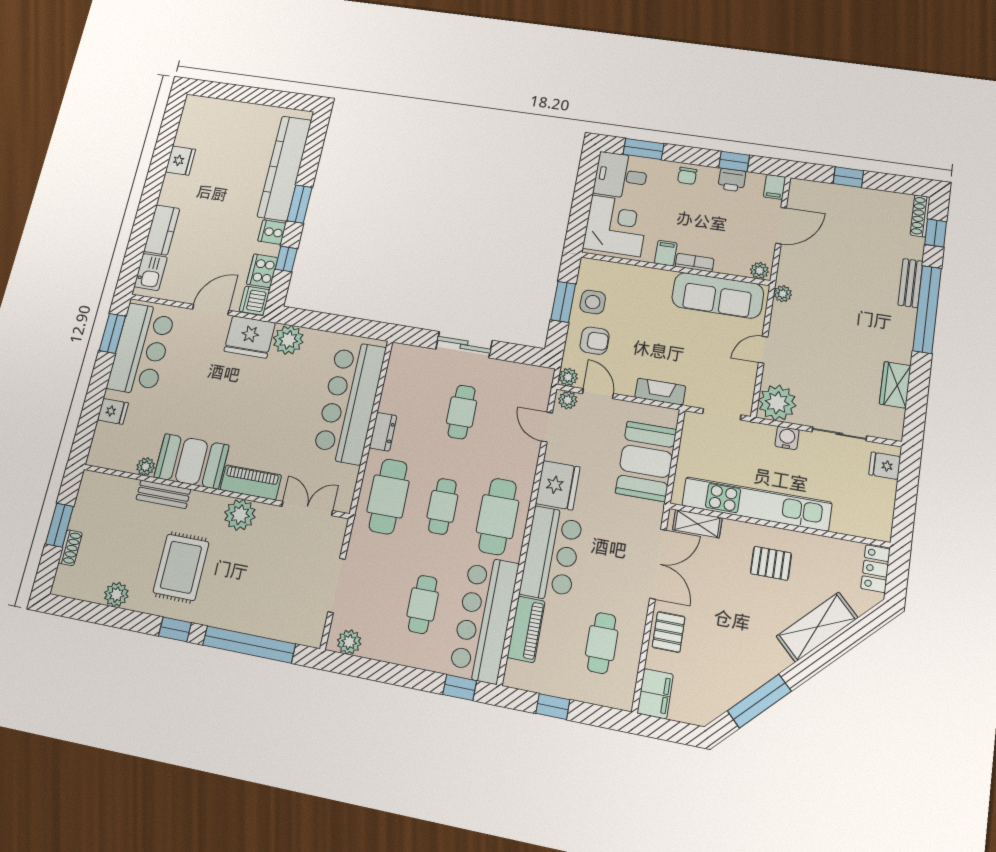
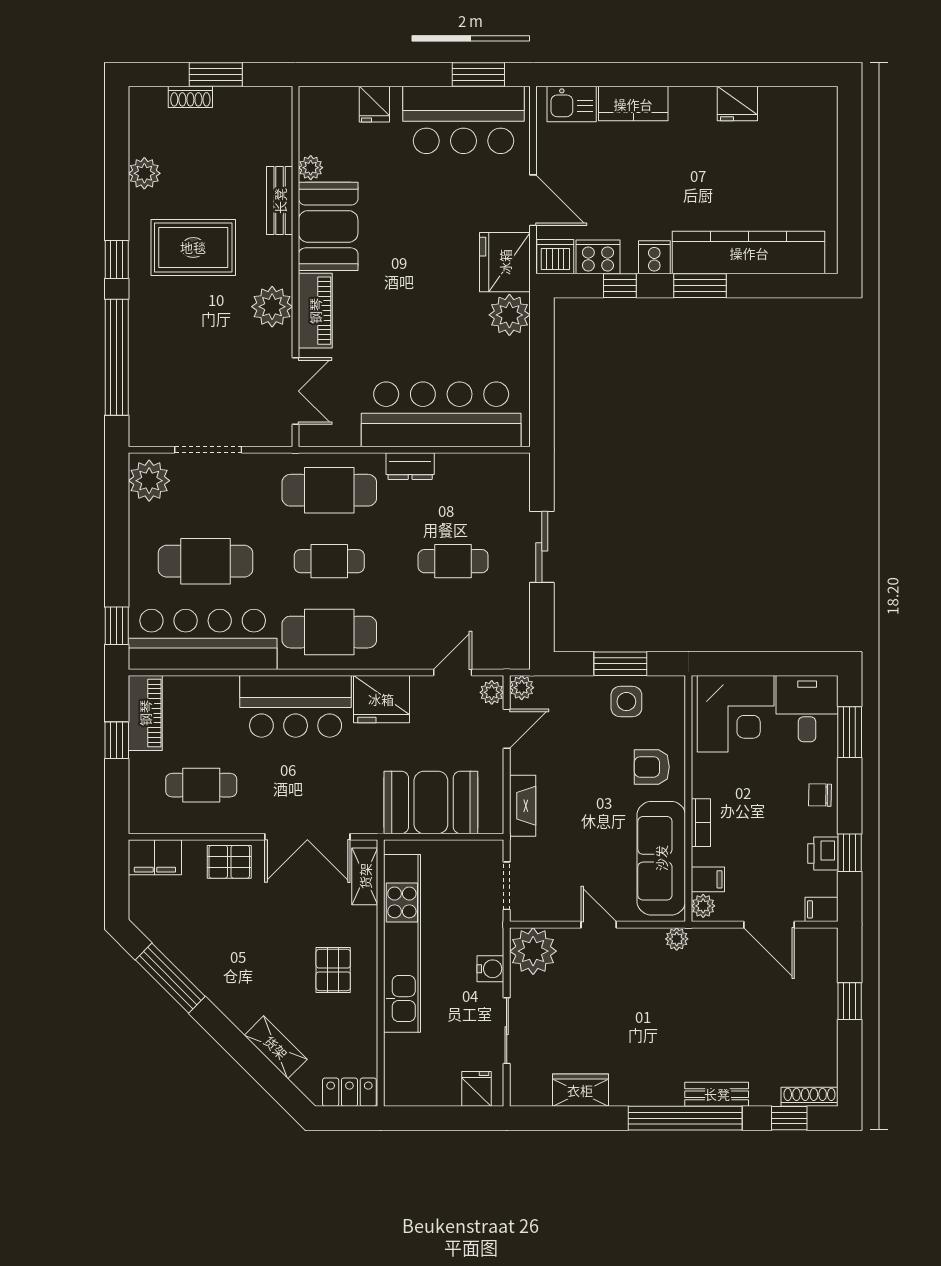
filing cabinet: (666, 253) -> (708, 879), moved
armchair: (595, 341) -> (652, 767), moved, turned 90
cafe table: (423, 604) -> (205, 561), width x1.37, depth x1.35
shelving: (817, 627) -> (276, 1047), width x0.67, depth x0.75
piano: (526, 629) -> (145, 713), moved, turned -90
plant: (349, 642) -> (149, 481), width x1.36, depth x1.36

